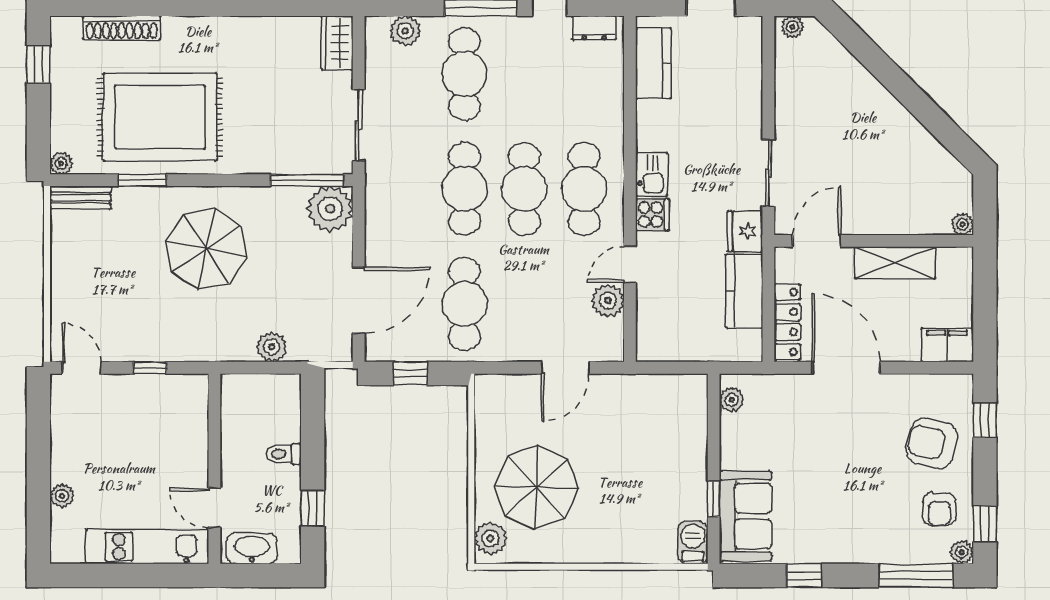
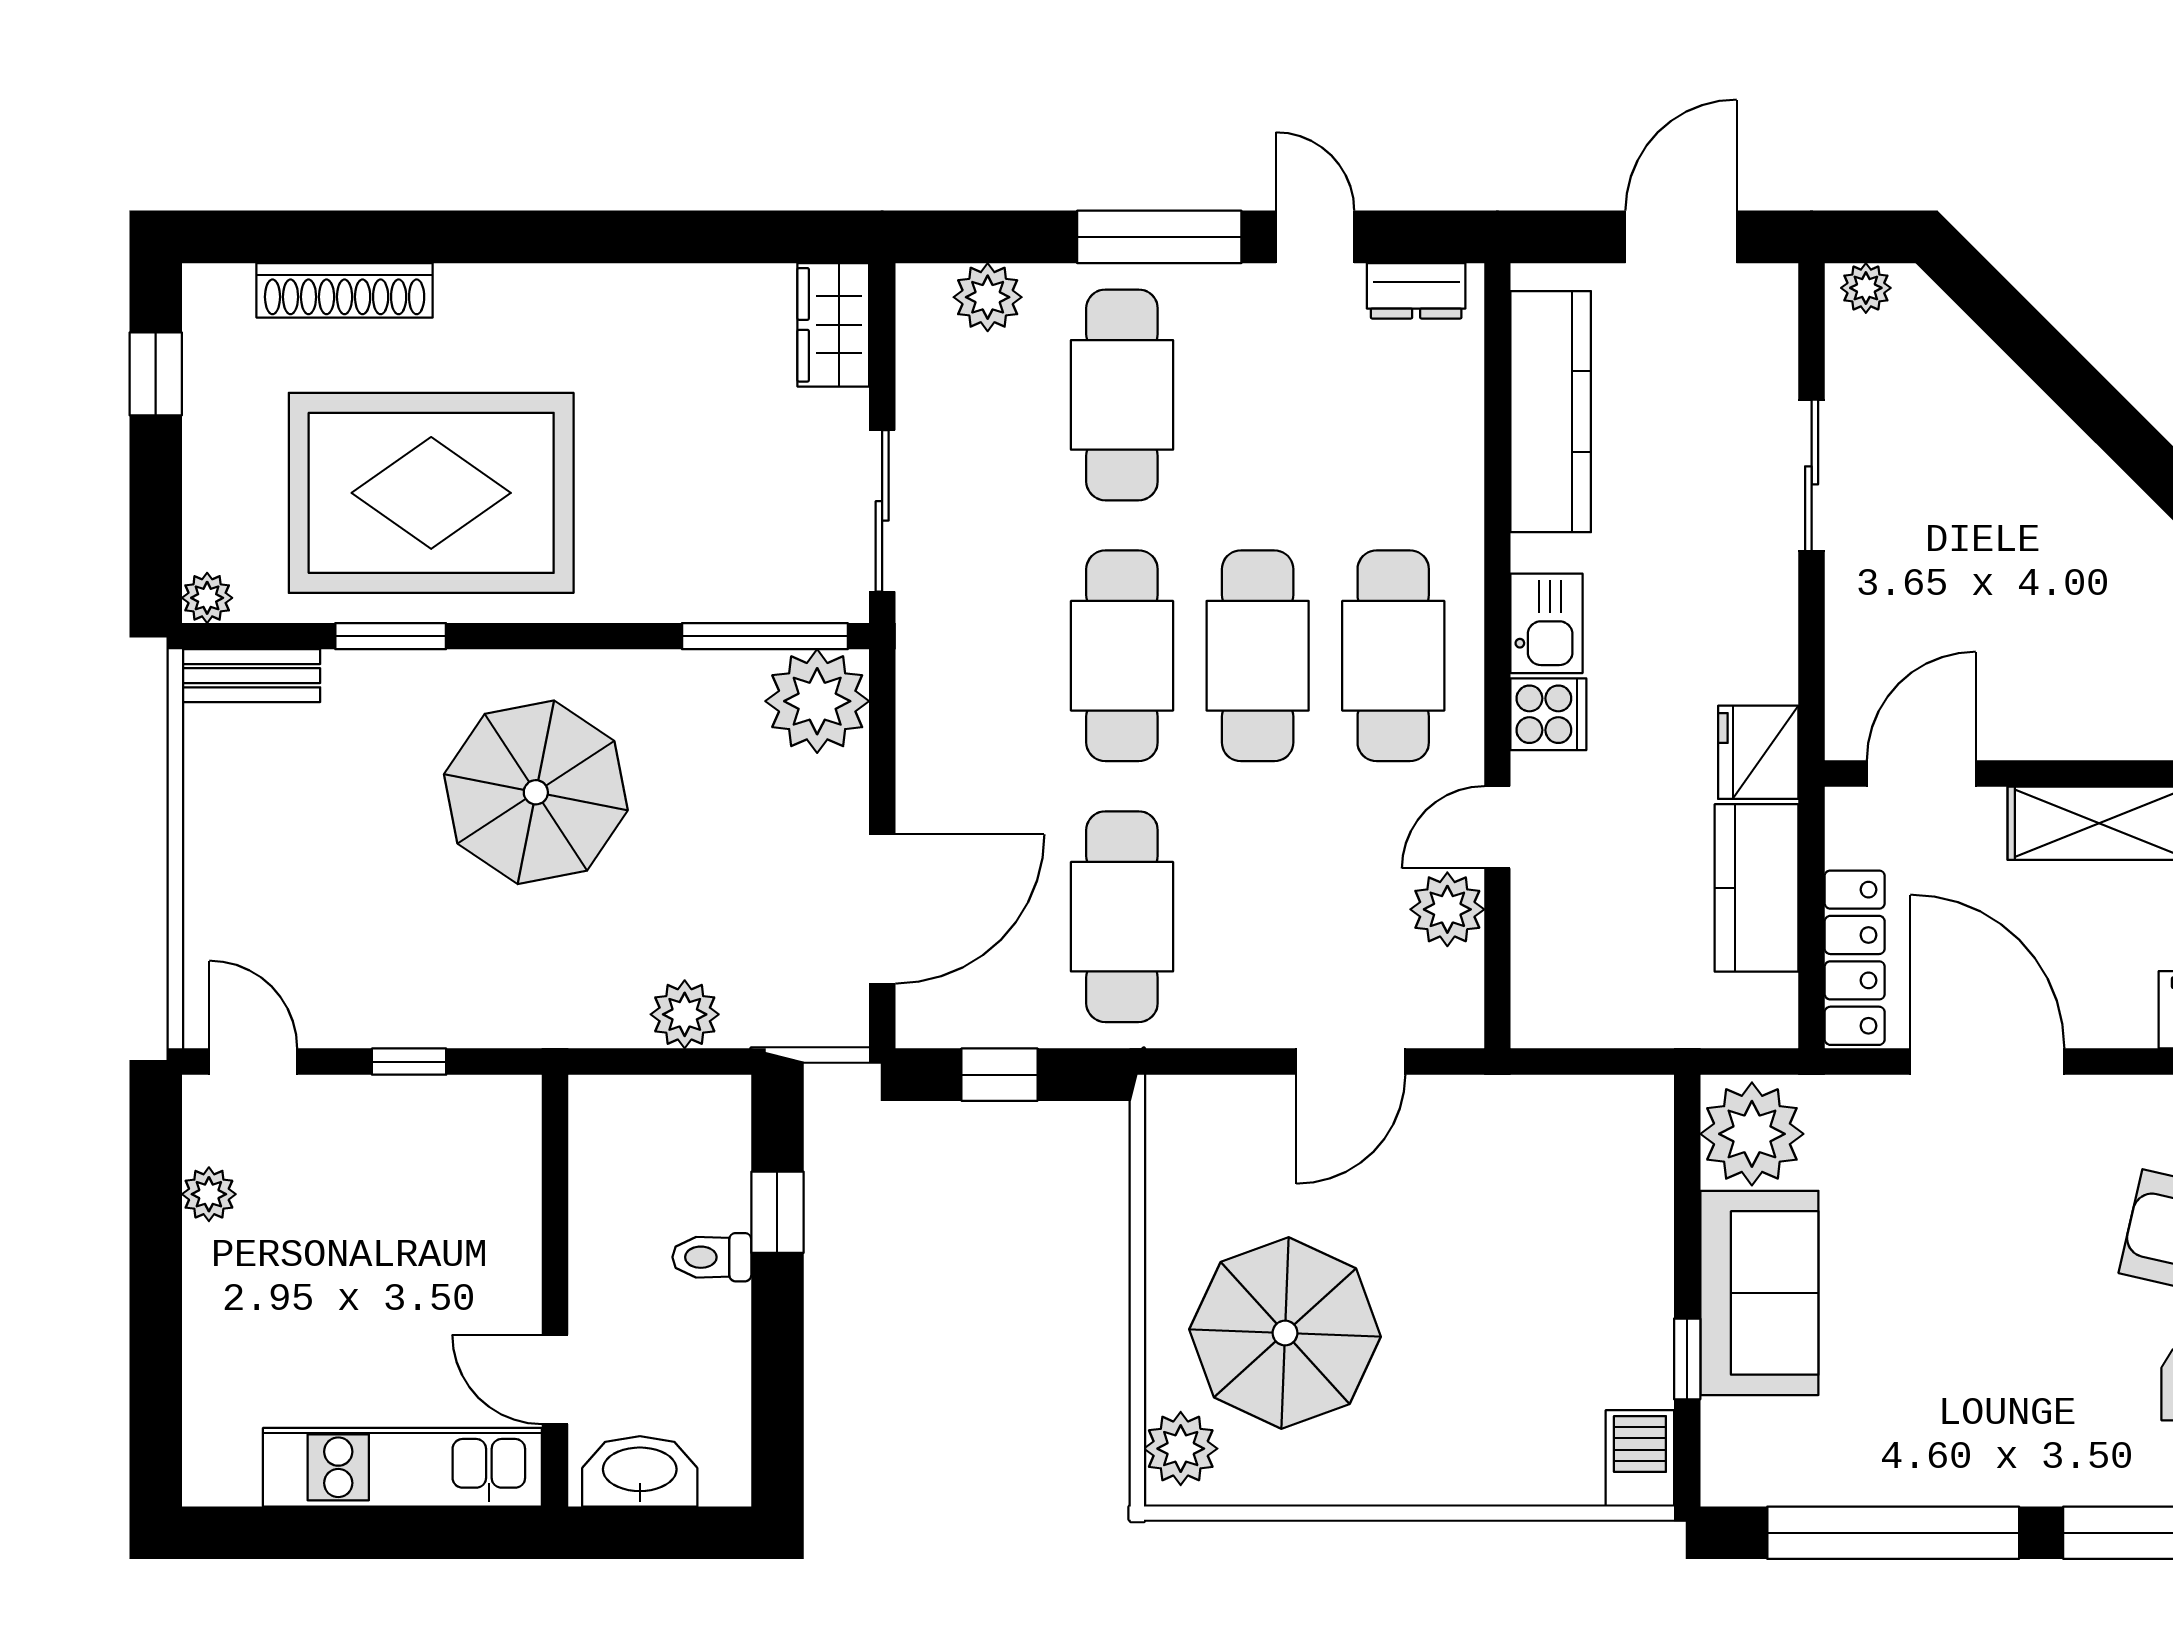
kitchen counter: (653, 64) -> (1551, 412), width x1.50
sliding door: (768, 173) -> (1812, 475), moved
plant: (732, 400) -> (1752, 1134), width x1.88, depth x1.88
plant: (62, 496) -> (209, 1194), moved
window: (313, 508) -> (777, 1212), moved
sofa: (745, 516) -> (1759, 1293), moved
window: (804, 576) -> (1893, 1533), width x3.17

